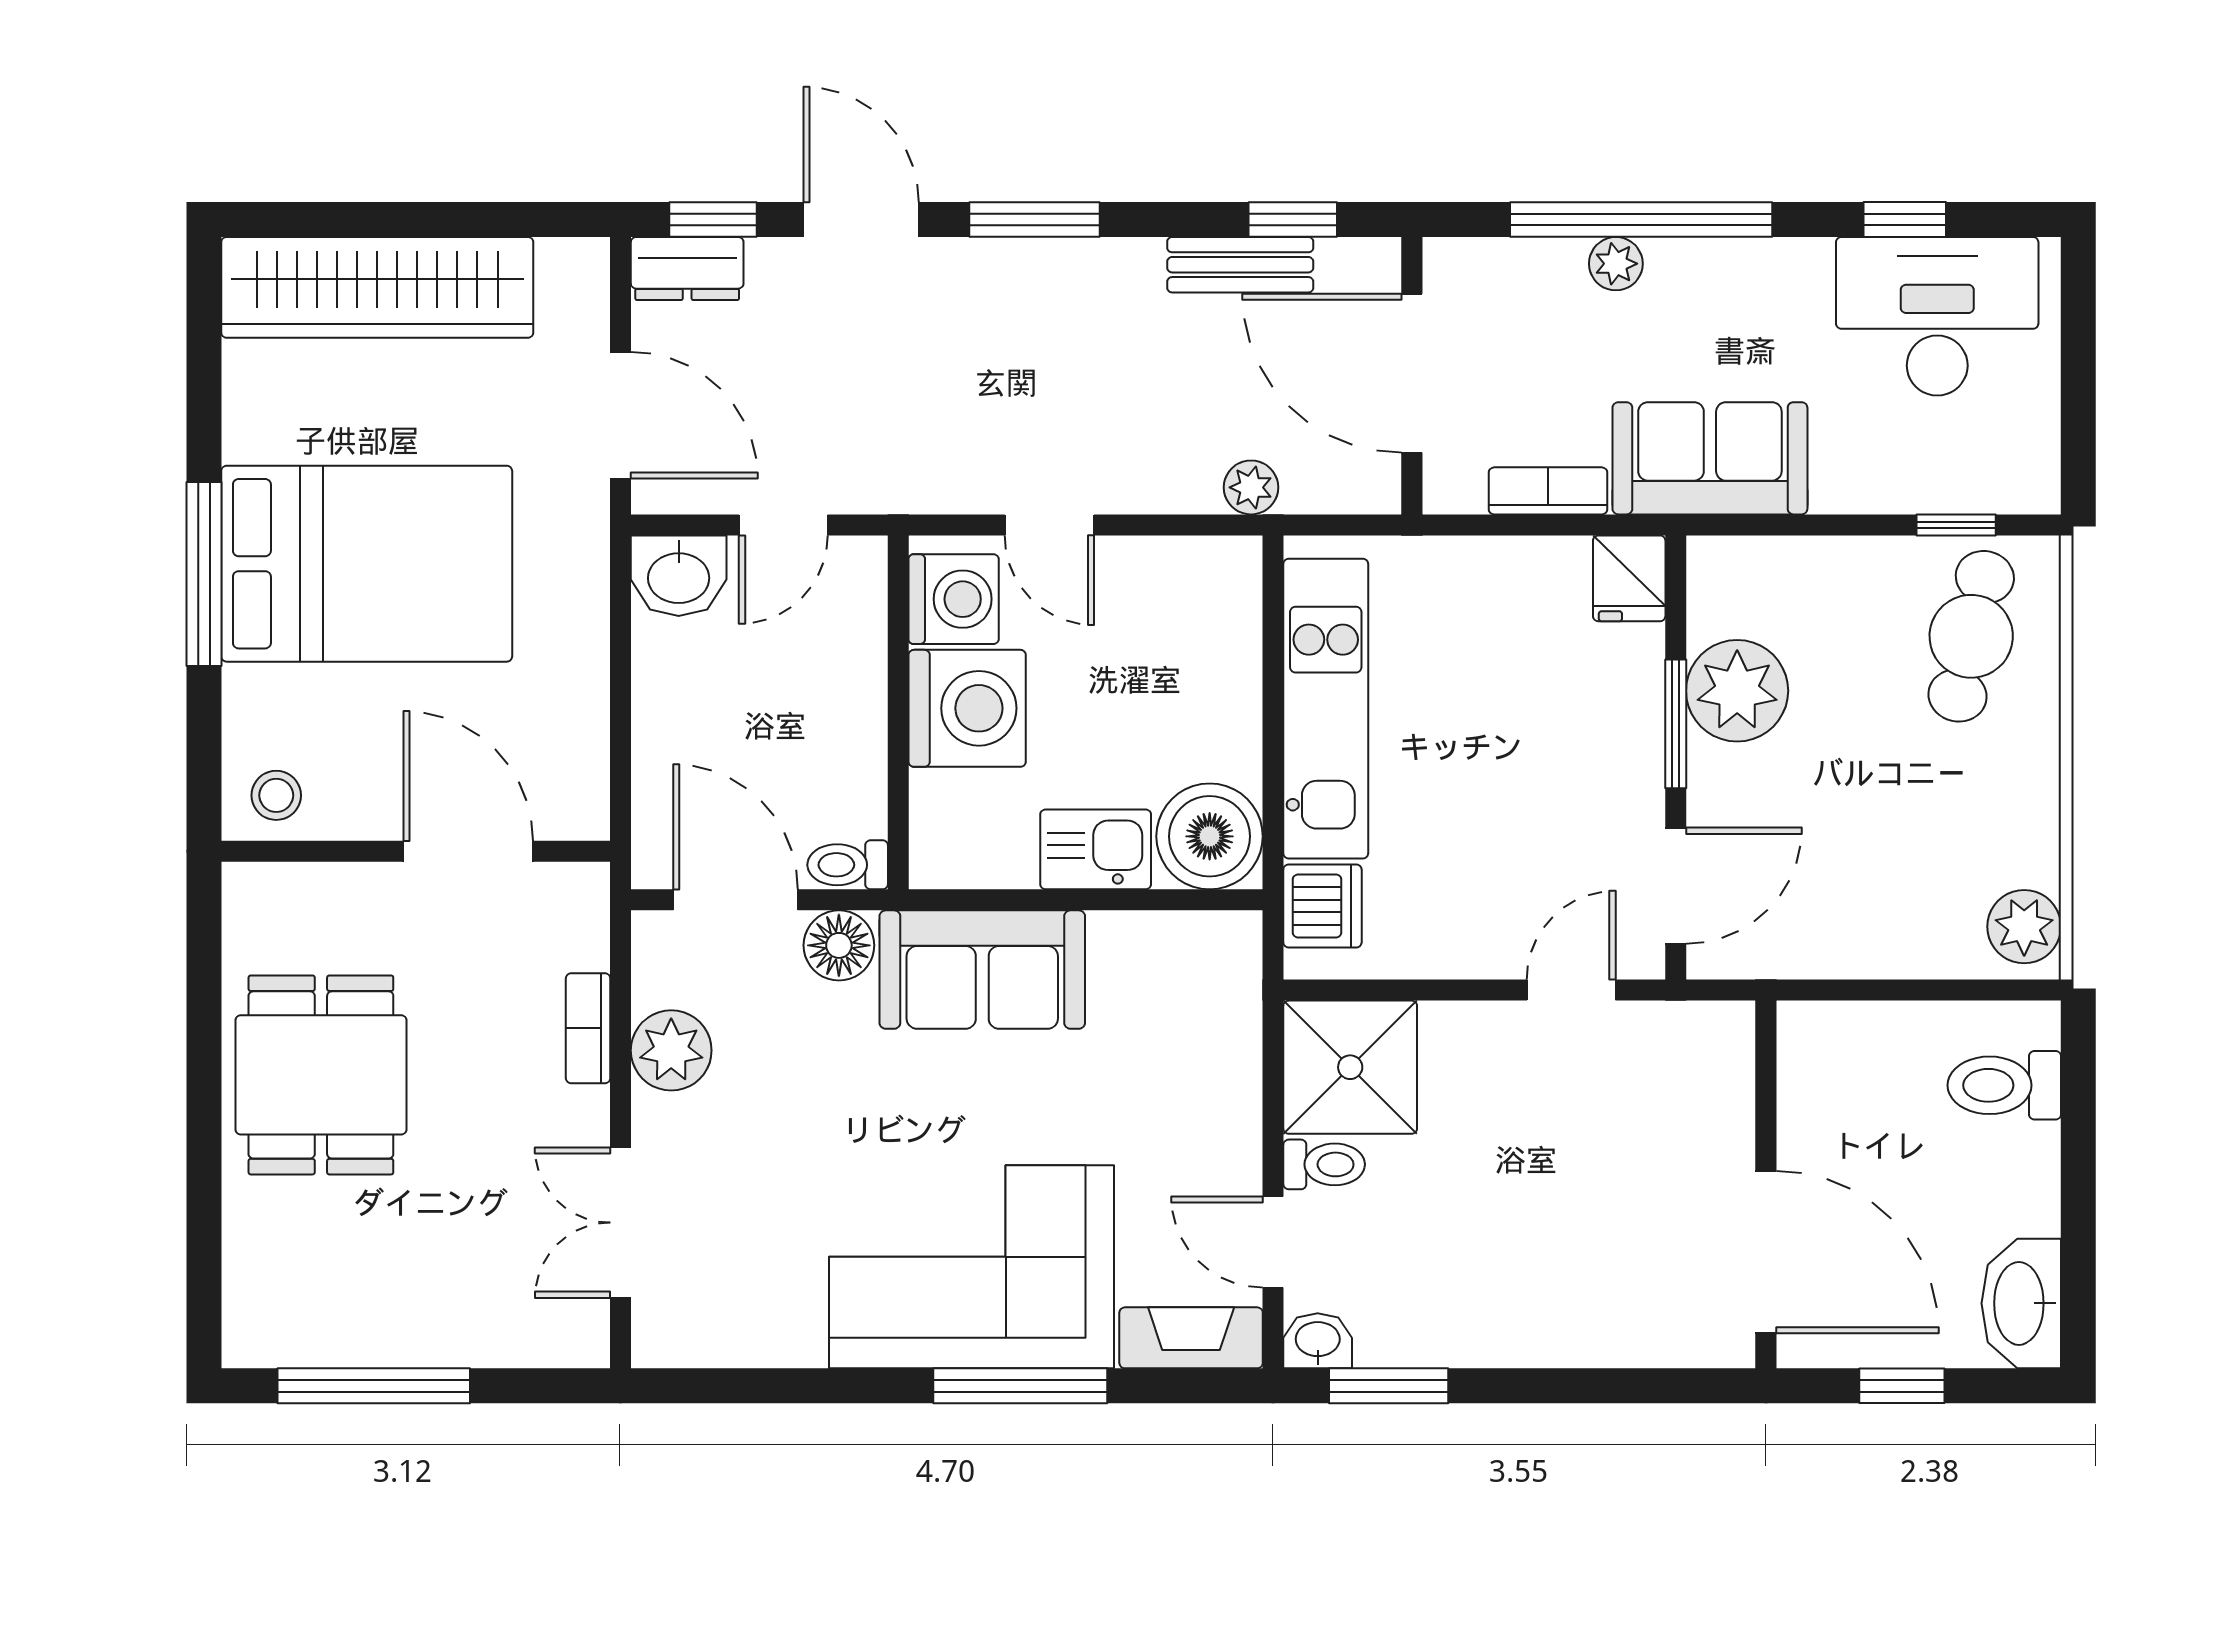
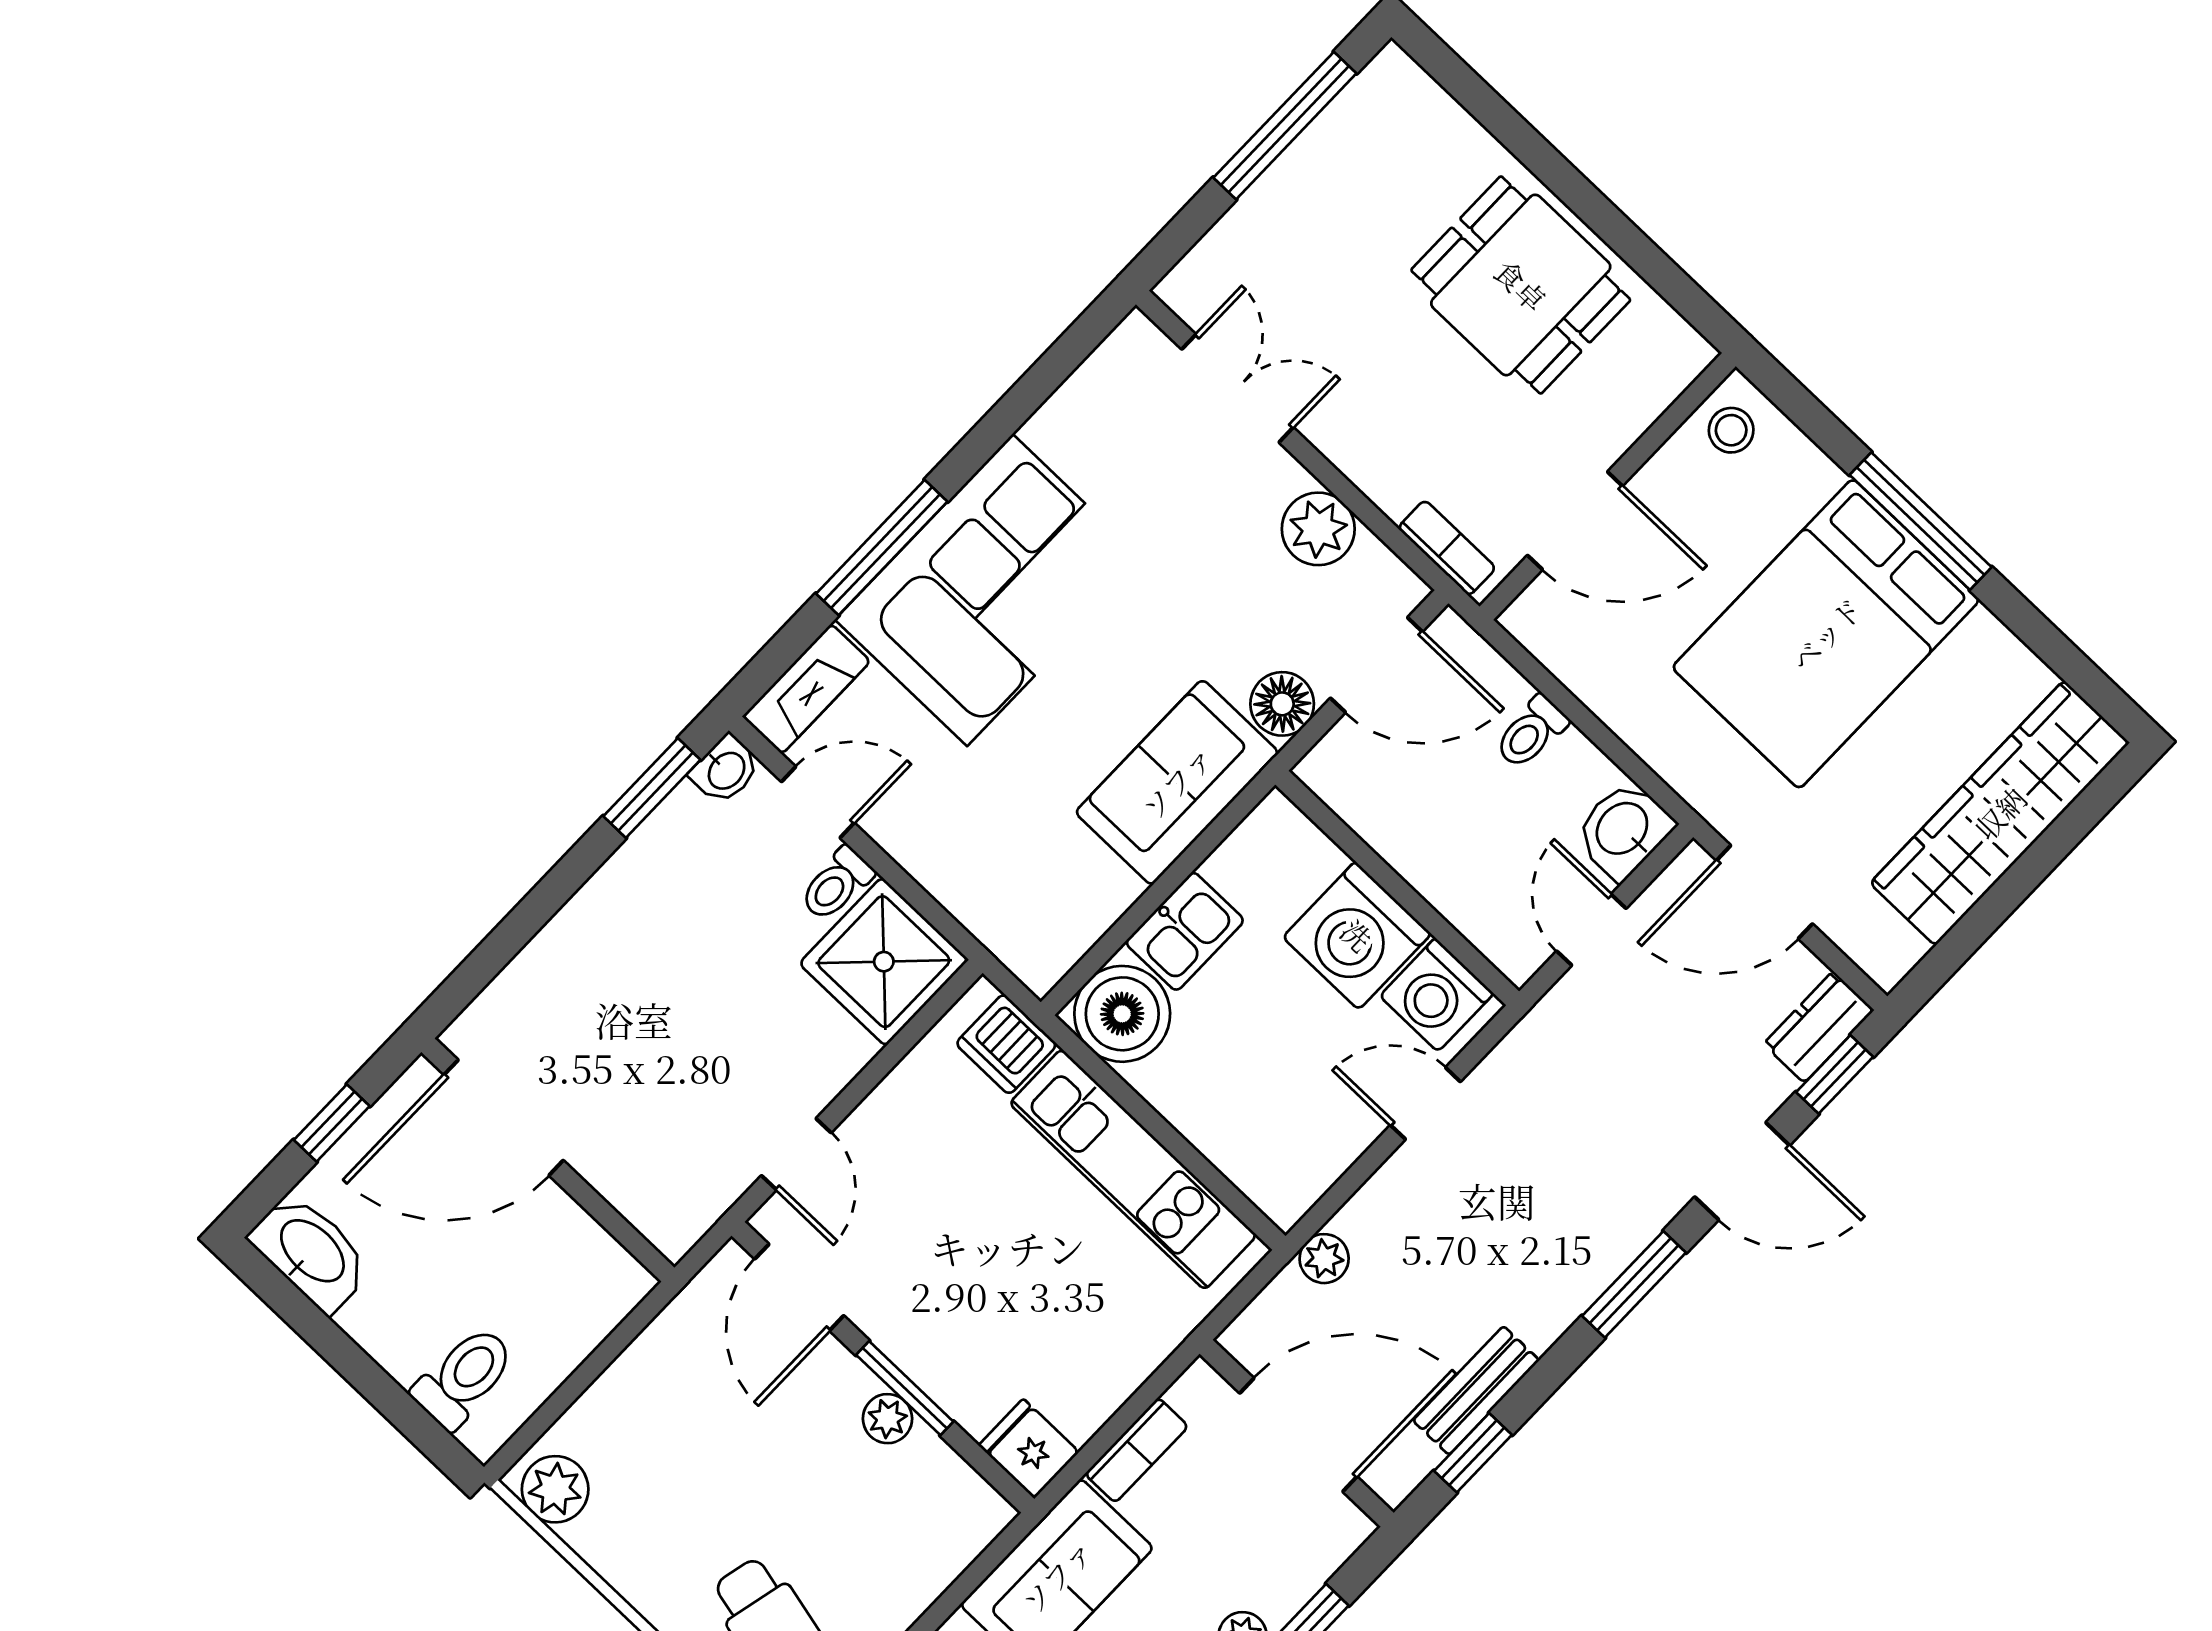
plant: (1737, 691) -> (888, 1419), width x0.53, depth x0.53
toilet: (848, 865) -> (1531, 732), moved, turned 180
bookcase: (588, 1028) -> (1447, 548), moved

